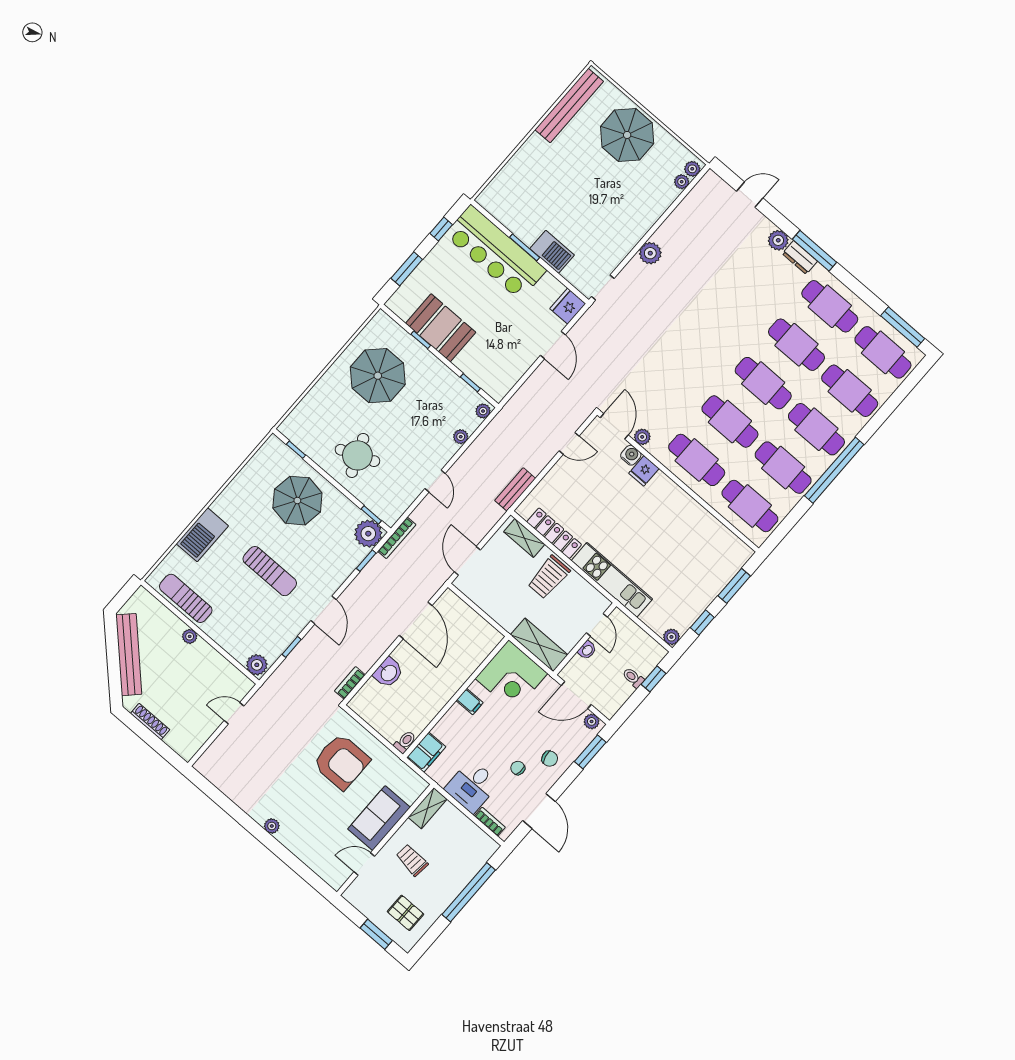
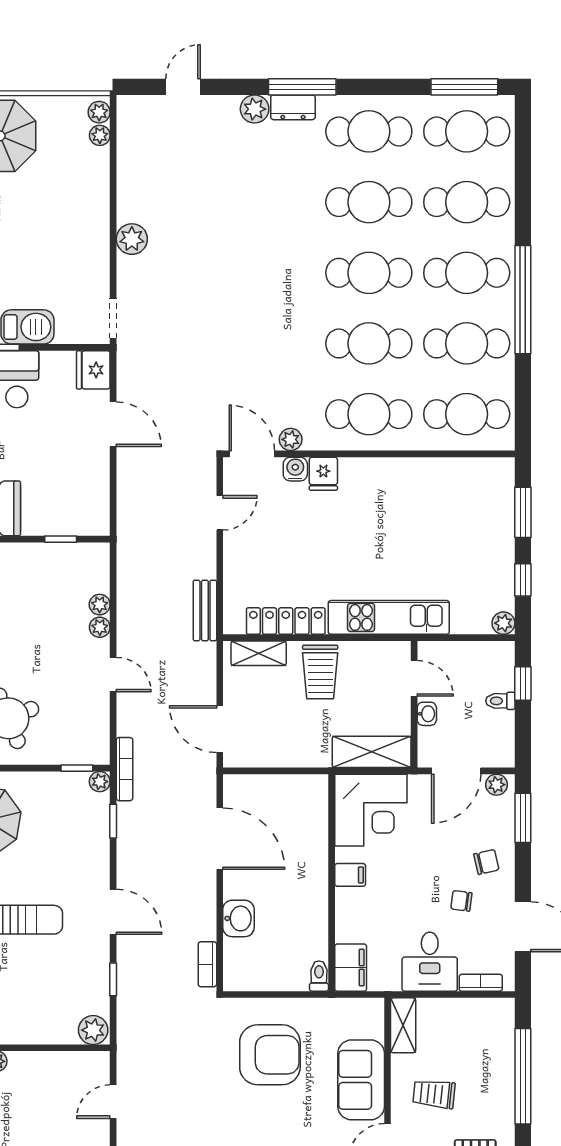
plant: (483, 411) -> (100, 627), moved
plant: (368, 534) -> (100, 782), width x0.53, depth x0.53

